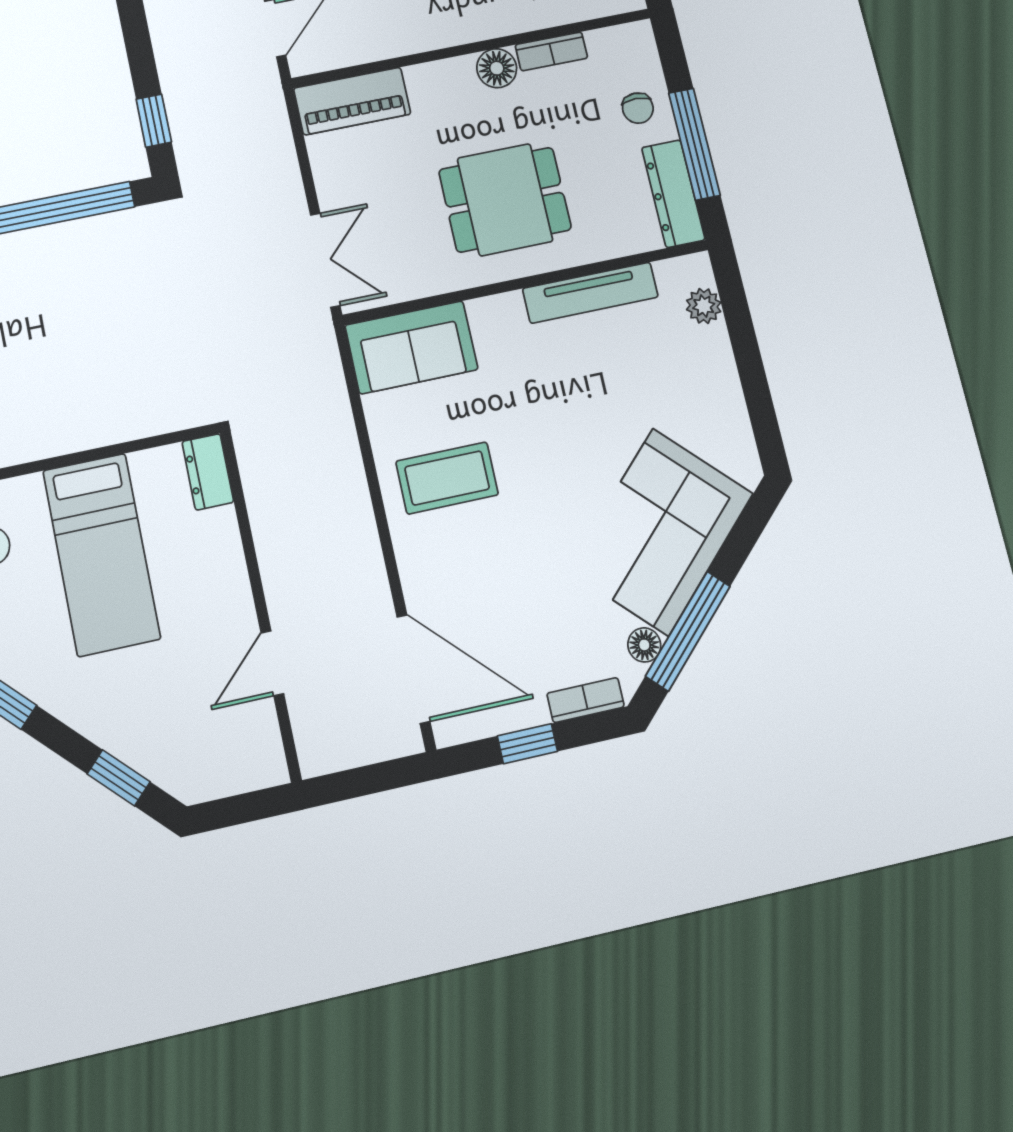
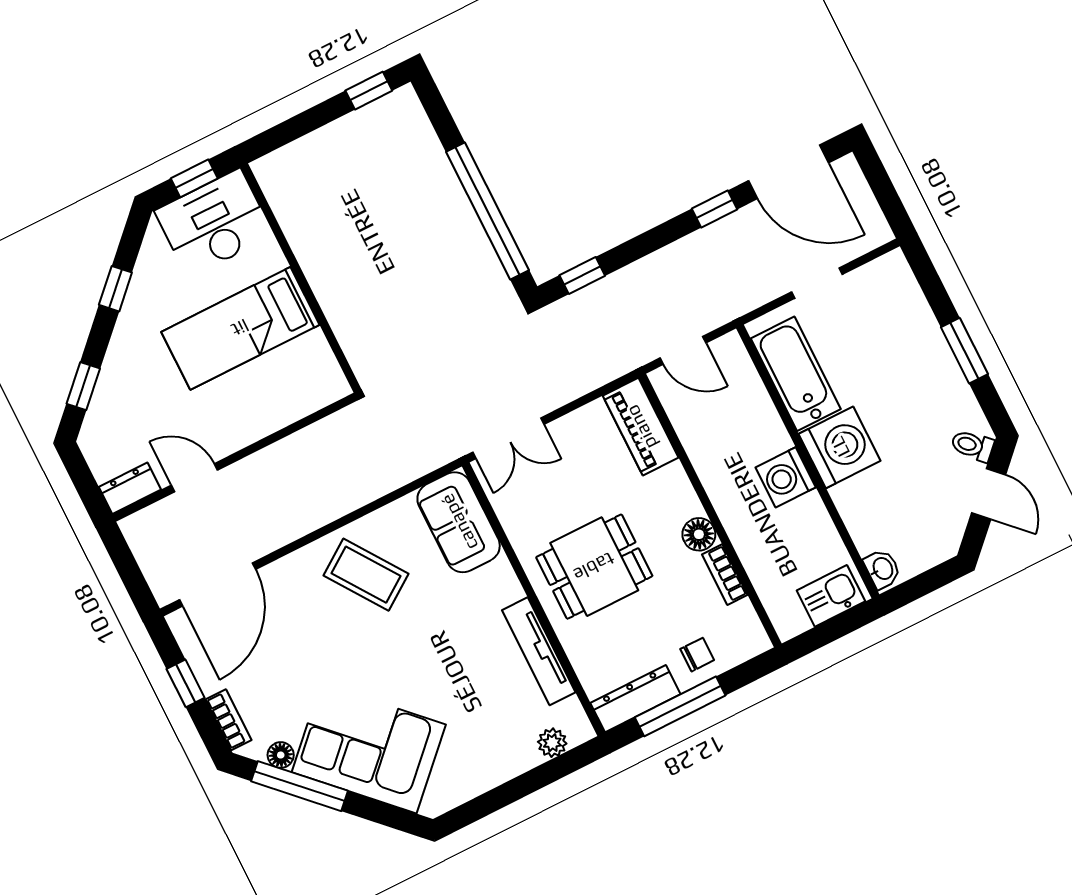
chair: (638, 108) -> (697, 655), turned 180
dining table: (505, 200) -> (594, 567), turned 90
dresser: (208, 472) -> (130, 488), moved
coffee table: (447, 478) -> (366, 575), turned -35

